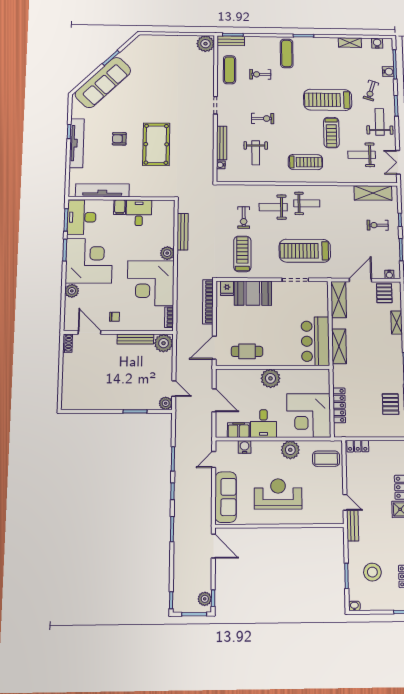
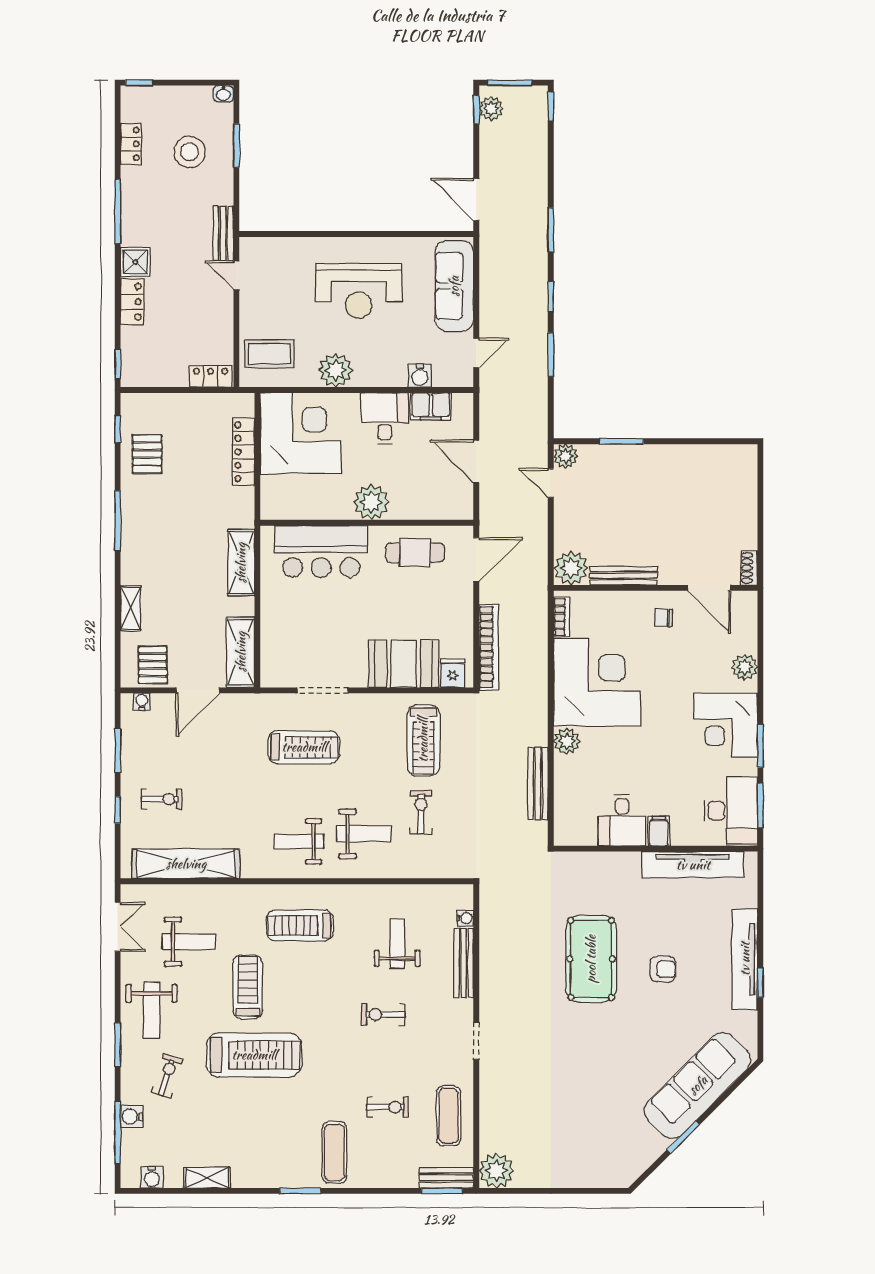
shelving: (373, 193) -> (186, 864), width x1.47
treadmill: (305, 251) -> (304, 747), width x0.73, depth x0.73
corner desk: (89, 261) -> (726, 725), width x0.74, depth x0.74
bar counter: (315, 341) -> (321, 551), moved, turned 90

